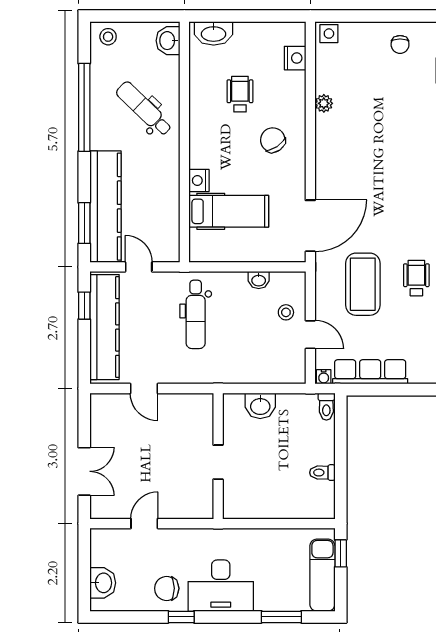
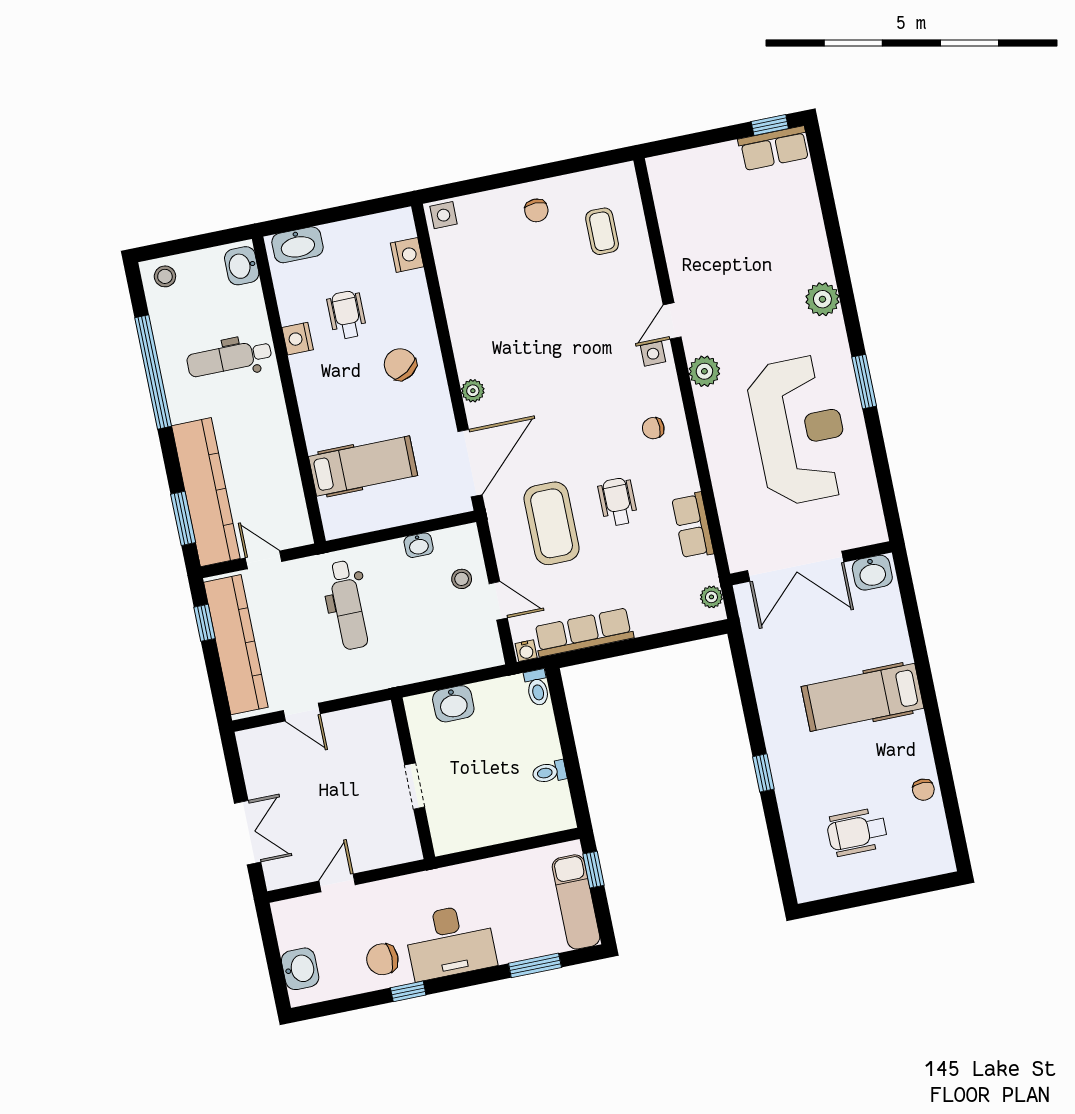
plant: (324, 103) -> (473, 391), moved
dental chair: (144, 109) -> (229, 358), turned -44
nightstand: (199, 180) -> (298, 339), moved

